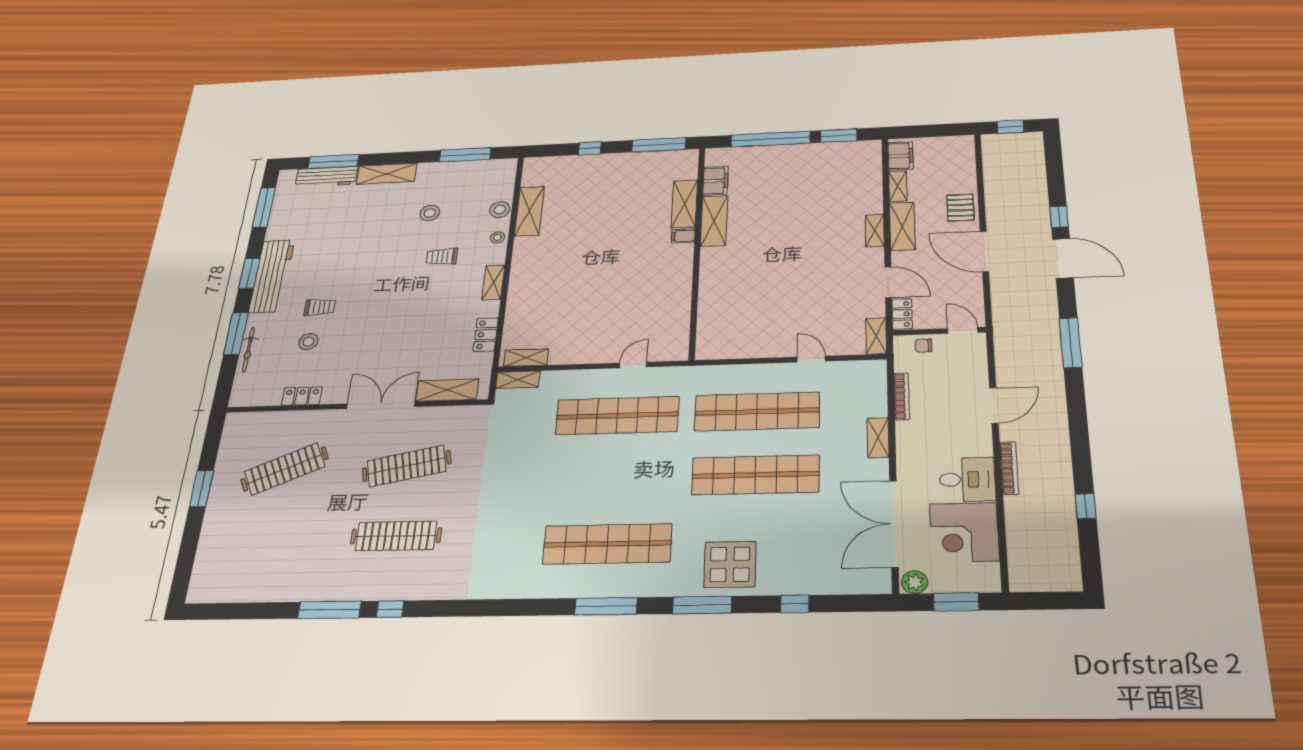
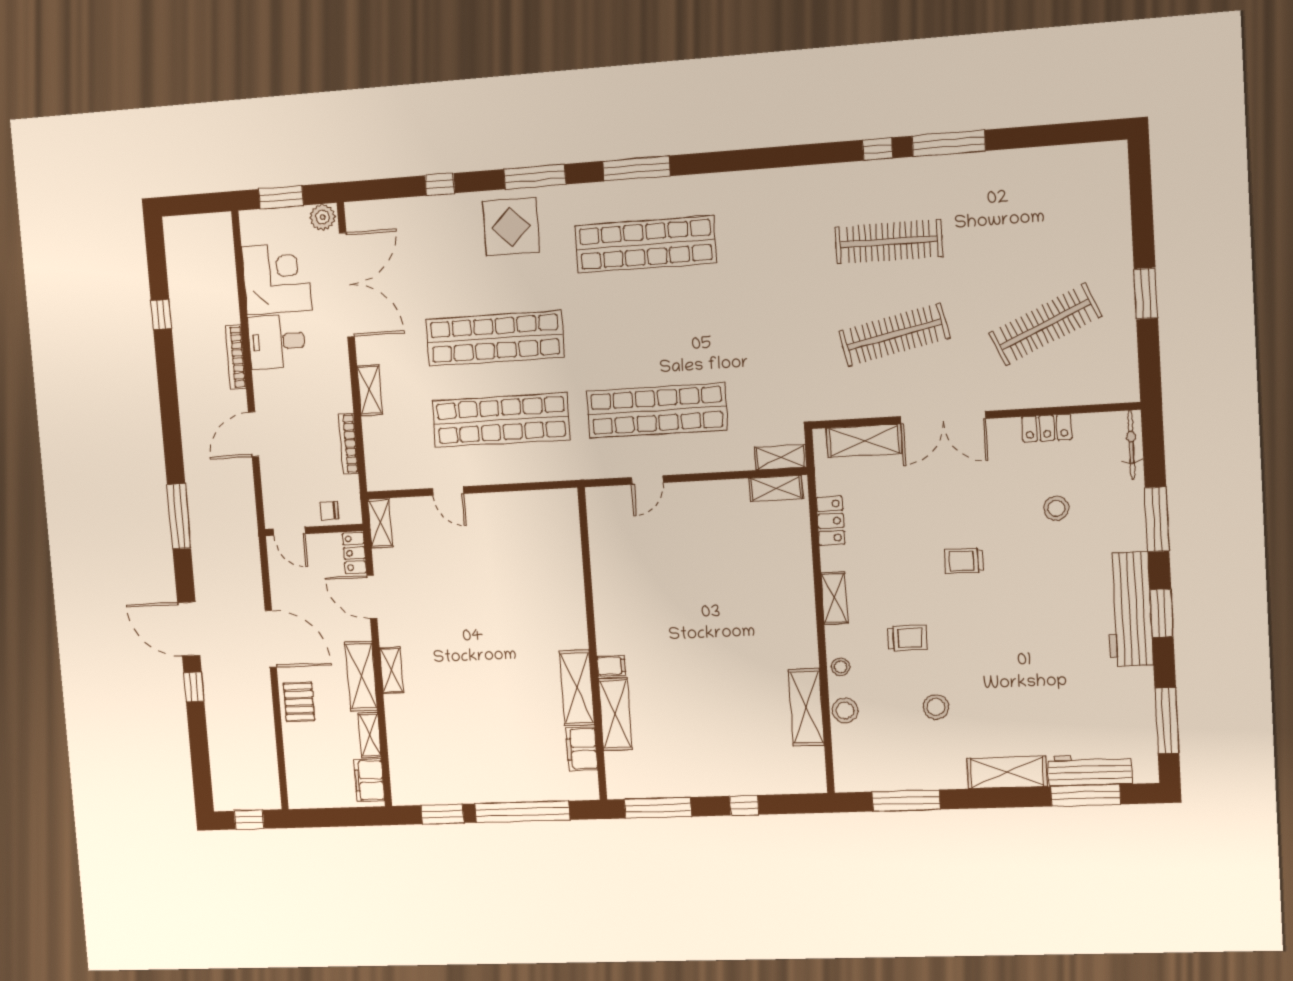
trolley: (320, 307) -> (964, 561), moved
chair: (923, 346) -> (329, 511), turned 180
bicycle: (248, 350) -> (1131, 445), moved

